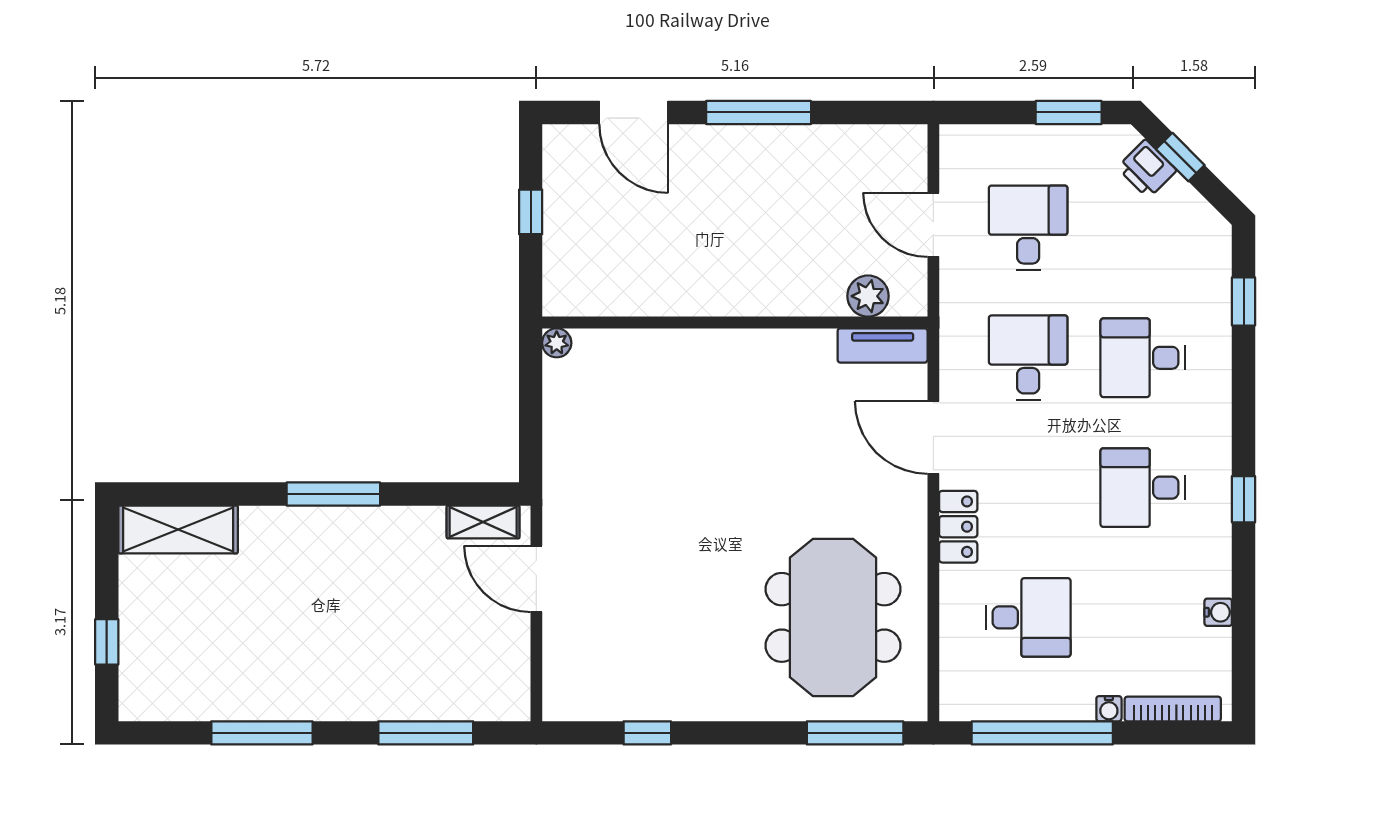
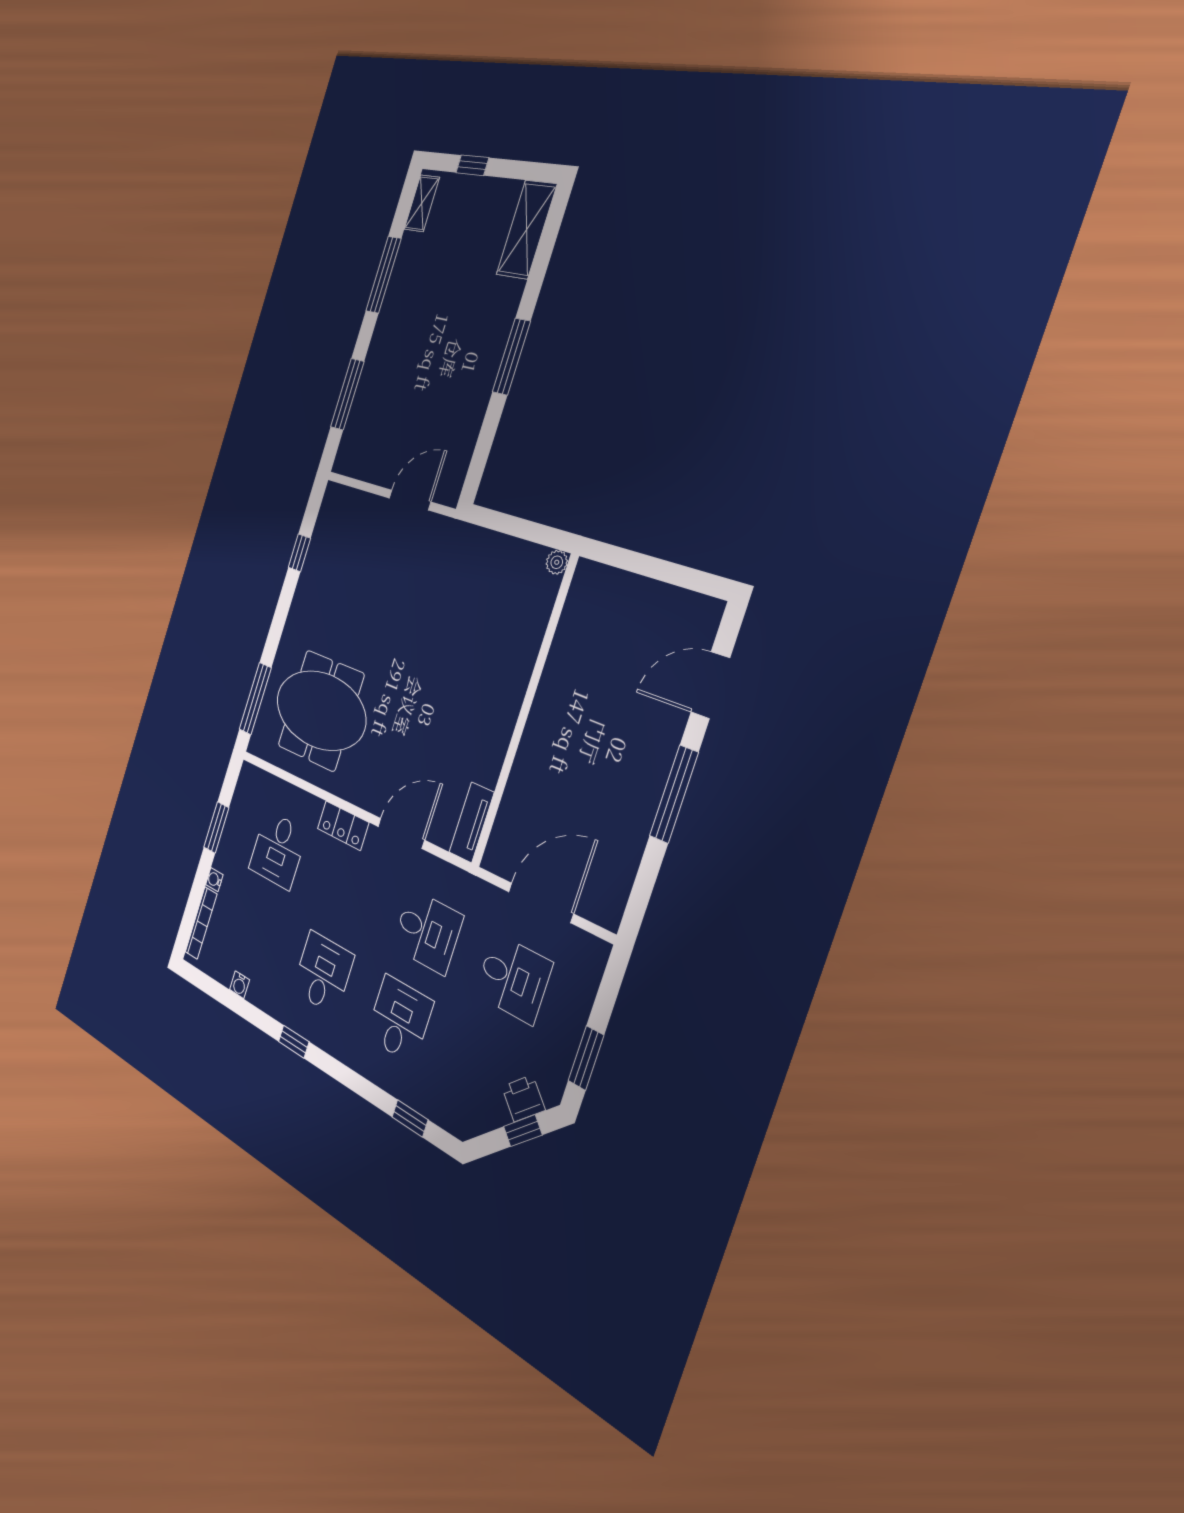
window: (531, 212) -> (660, 570), removed
door: (933, 225) -> (541, 903), width x1.36
plant: (868, 296) -> (508, 826), removed
shelving: (483, 522) -> (422, 203), moved
window: (1042, 733) -> (216, 827), width x0.47

